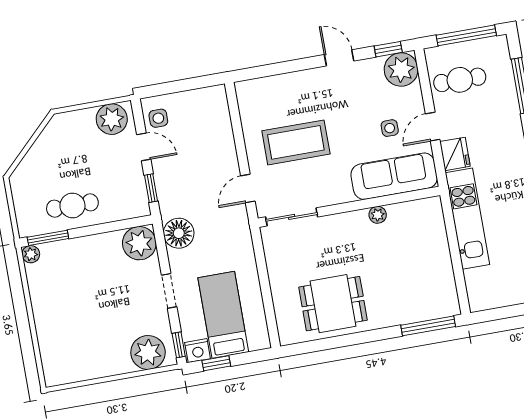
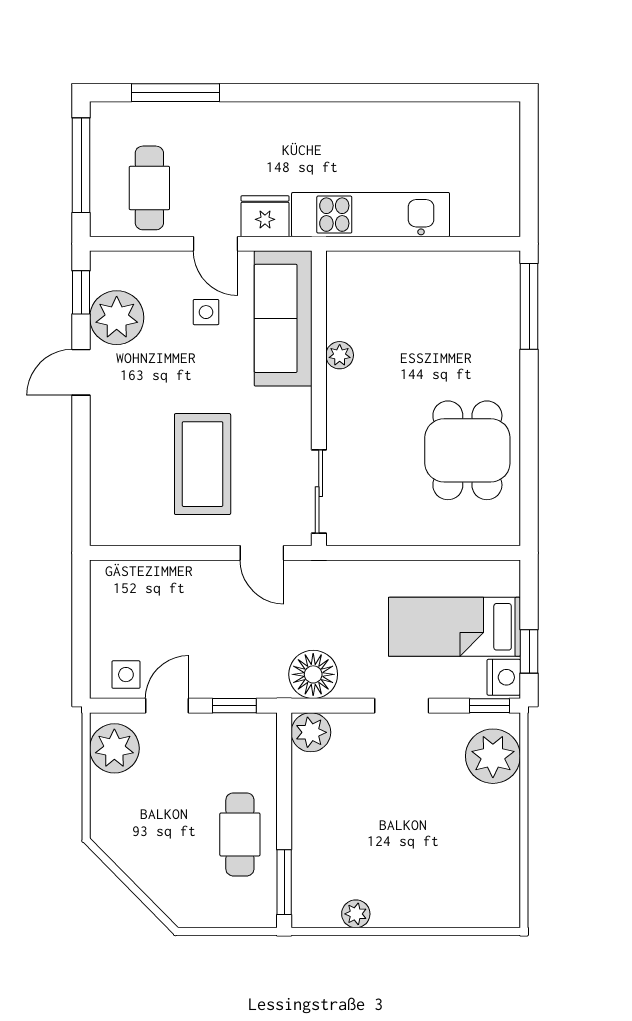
plant: (401, 70) -> (117, 318), moved
plant: (139, 243) -> (311, 732), width x0.73, depth x0.73
plant: (31, 254) -> (356, 914), moved

